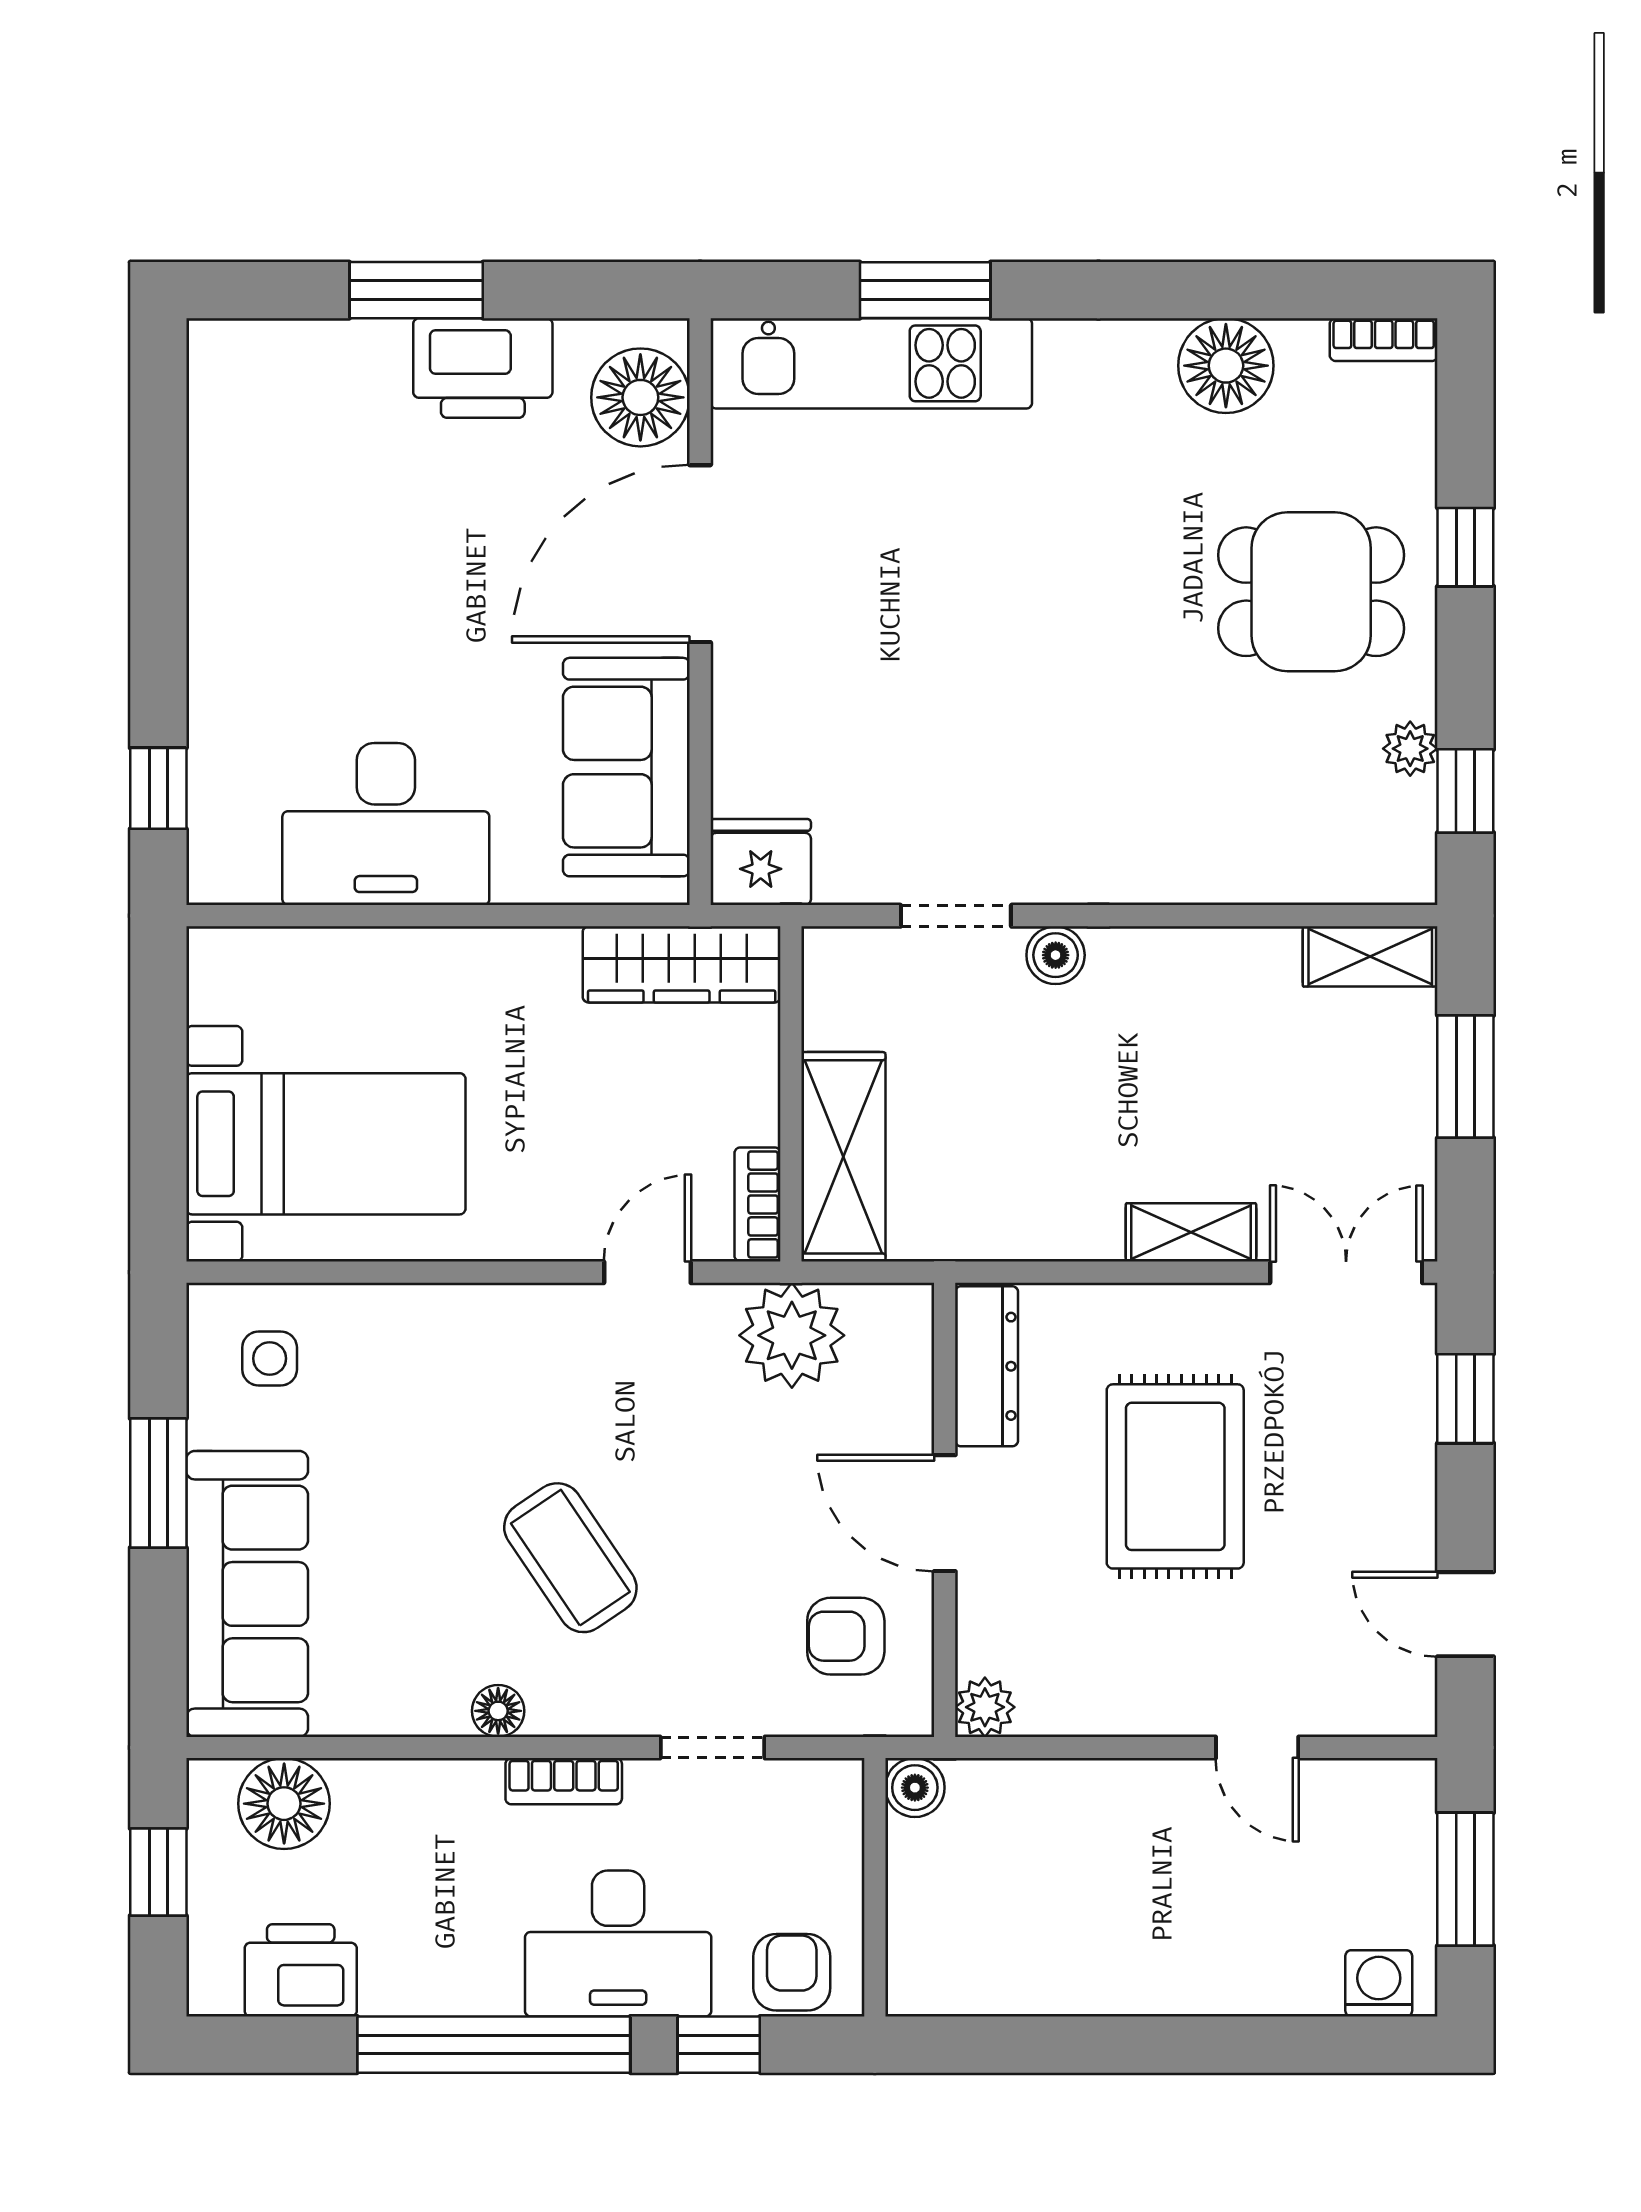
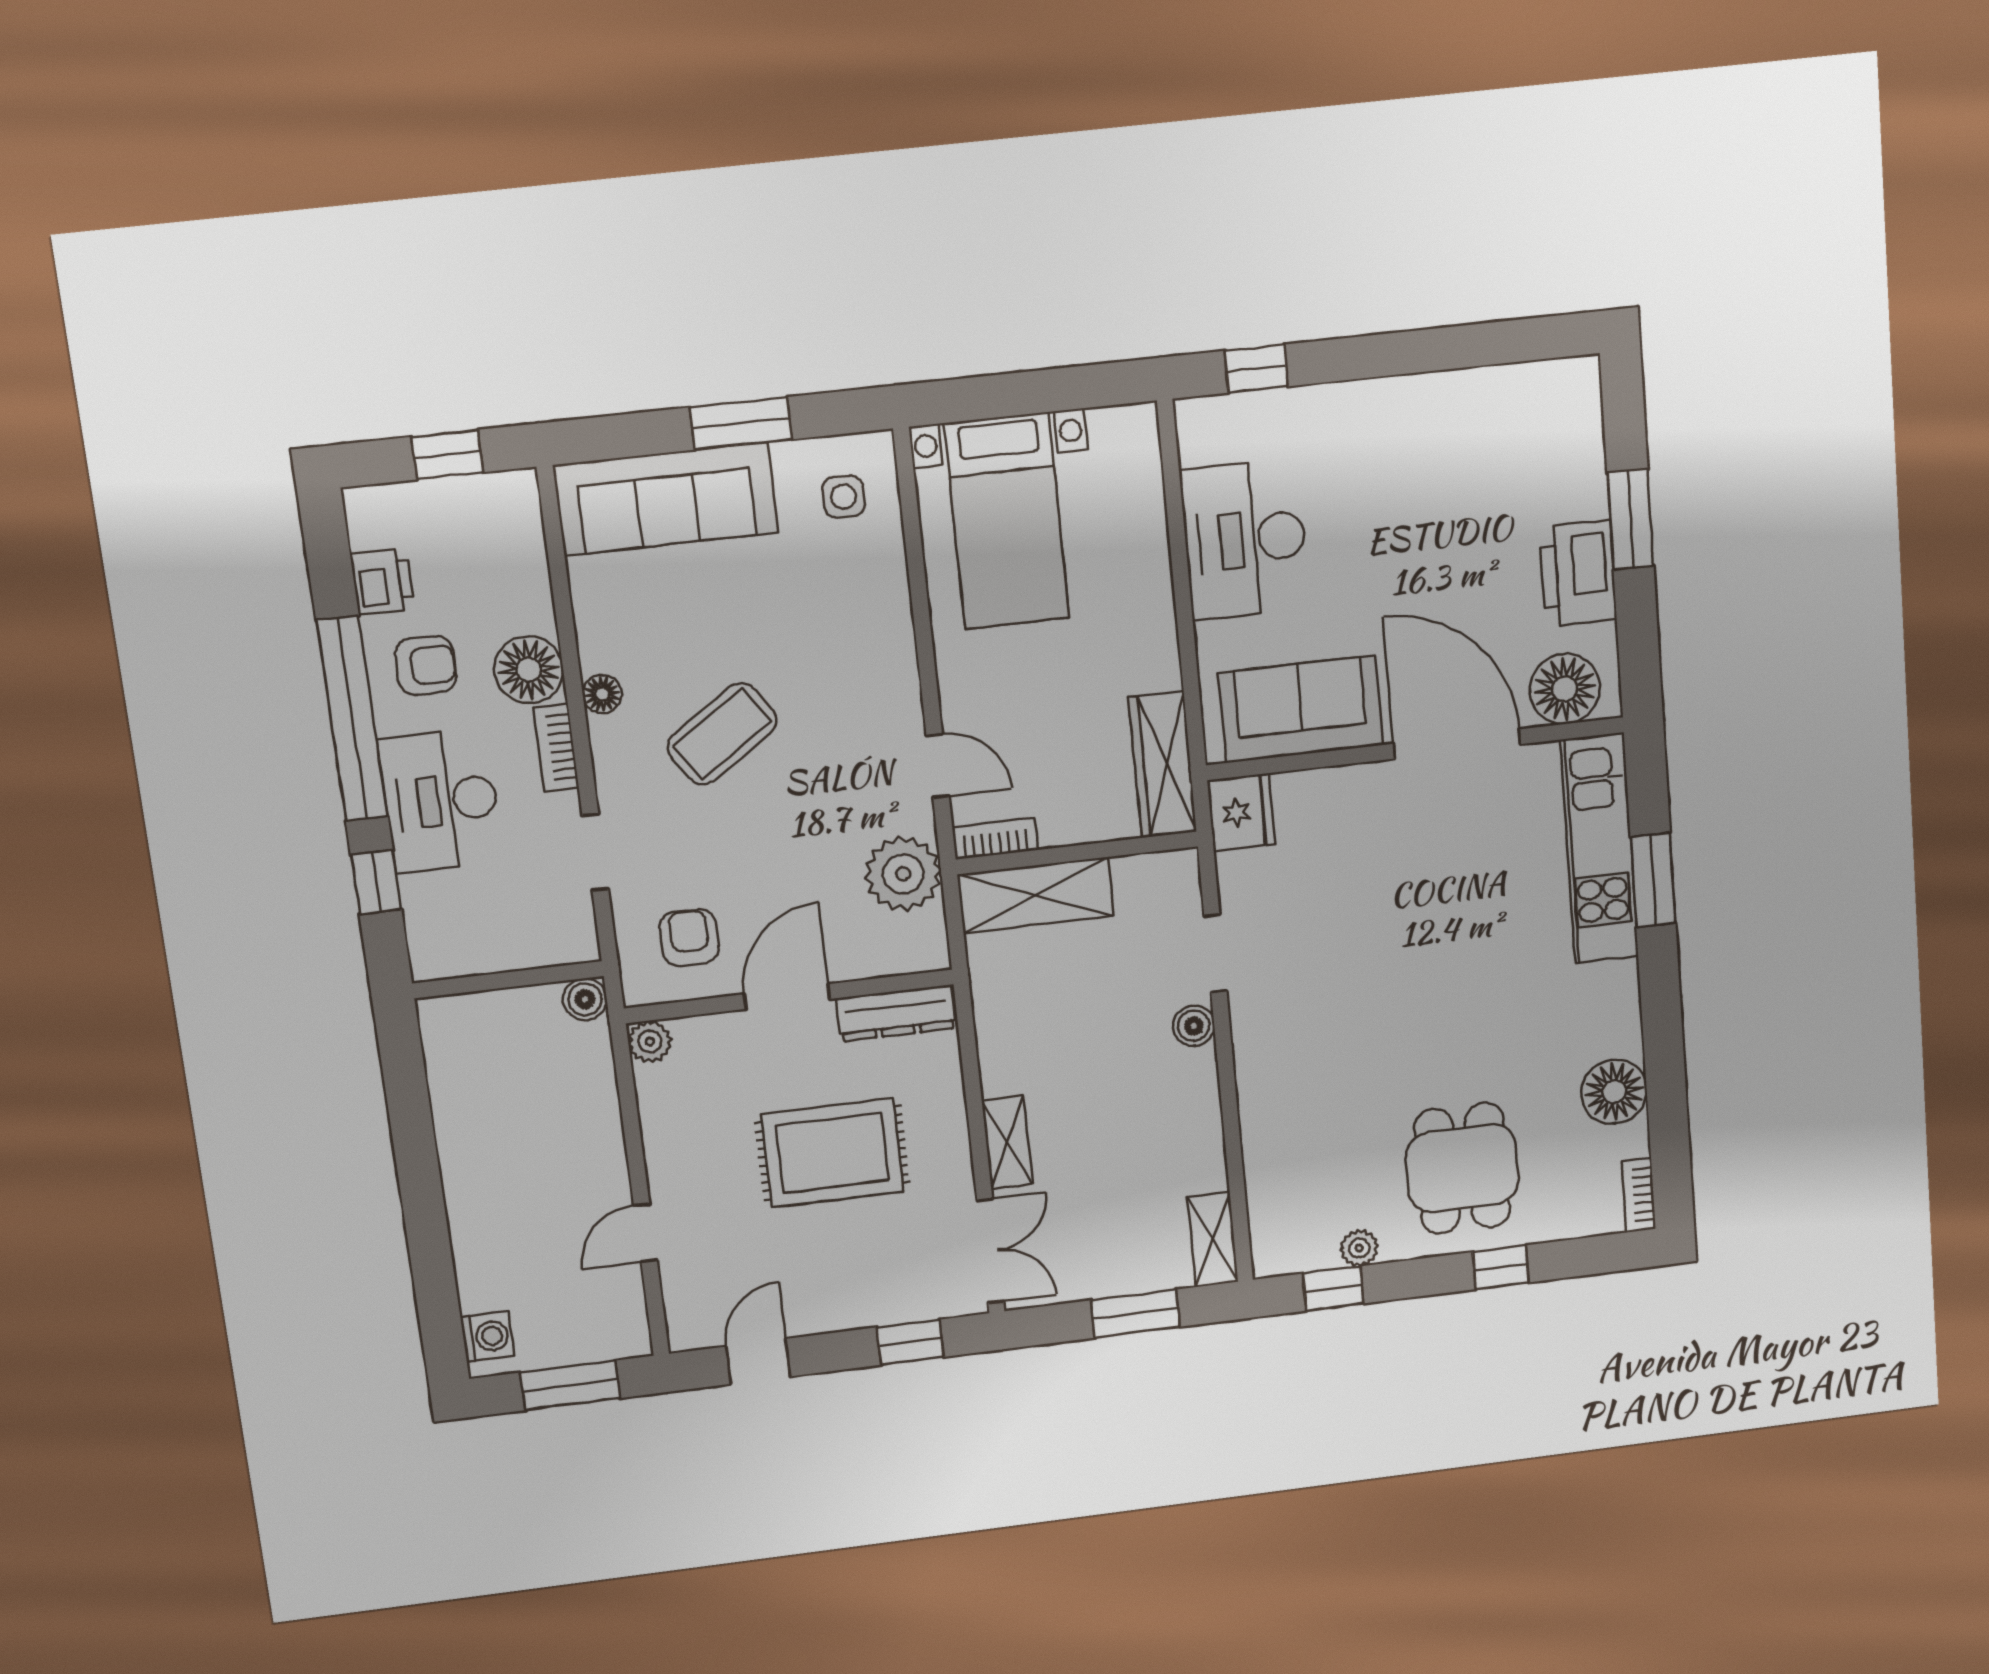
floor lamp: (284, 1804) -> (529, 670), moved
printer: (301, 1970) -> (382, 581), width x0.73, depth x0.81
armchair: (792, 1972) -> (426, 665), moved

